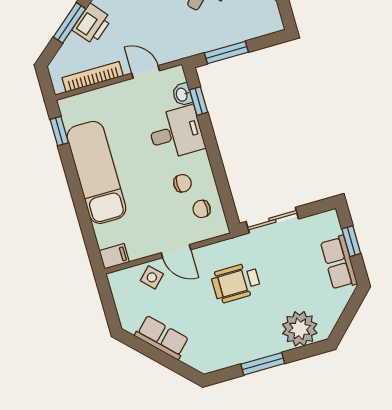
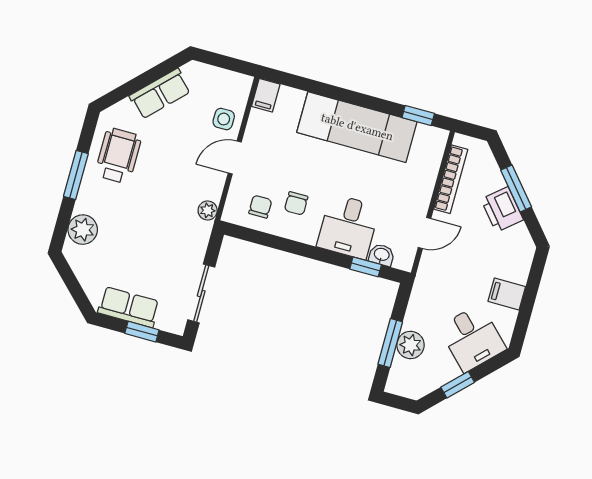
plant: (237, 31) -> (410, 345), added
window: (226, 52) -> (390, 343), moved
sliding door: (272, 220) -> (201, 293), moved
plant: (229, 247) -> (208, 210), added
side table: (152, 277) -> (224, 119), turned 45
wheelchair: (236, 283) -> (118, 156), moved
plant: (300, 329) -> (83, 230), width x0.73, depth x0.73

